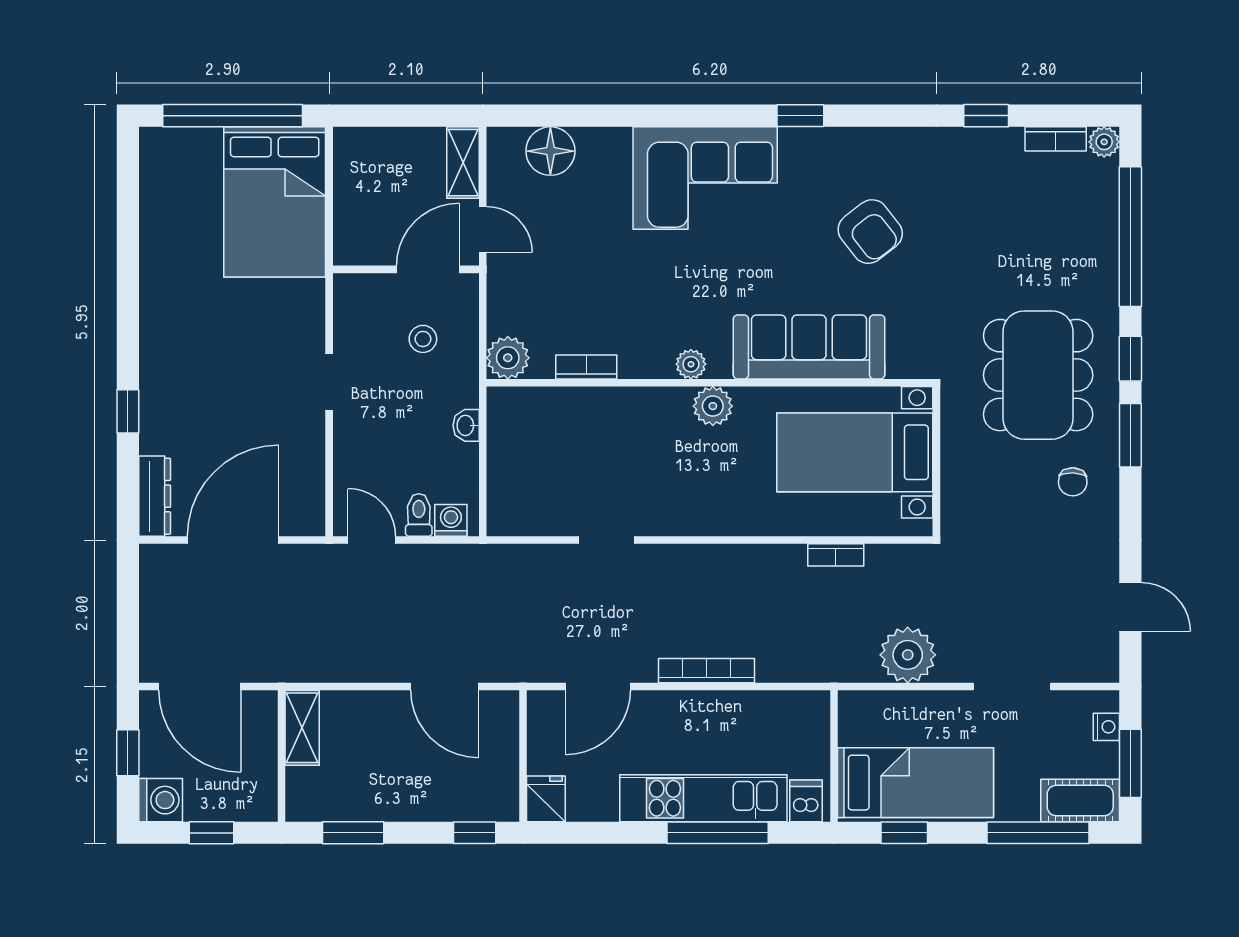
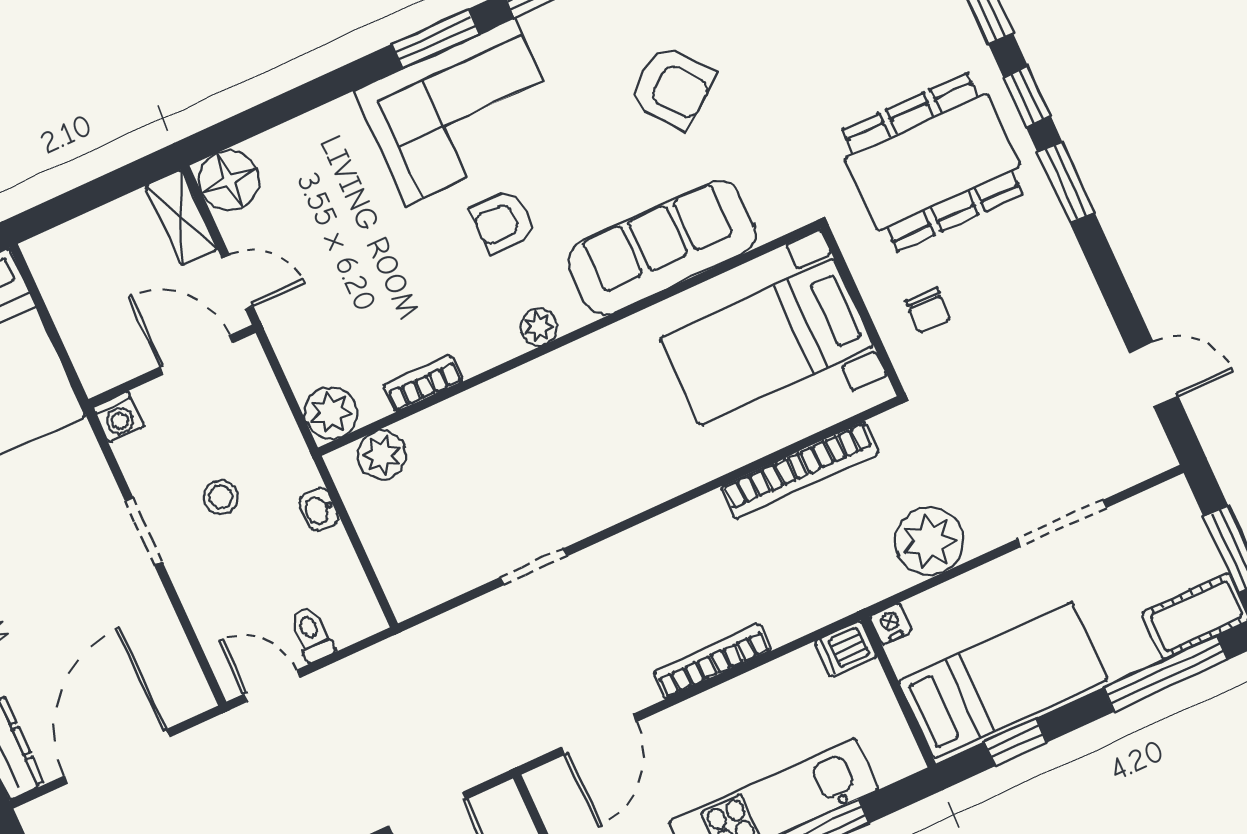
window: (711, 116) -> (435, 39), added
floor lamp: (550, 151) -> (229, 180), moved
door: (428, 269) -> (197, 355), hinge flipped
armchair: (700, 274) -> (503, 222), added
stool: (423, 339) -> (221, 497), moved
dining table: (1038, 375) -> (932, 162), turned 90
plant: (713, 406) -> (382, 455), moved
chair: (1073, 482) -> (928, 310), moved
washing machine: (451, 520) -> (118, 417), moved, turned 180
bookcase: (836, 555) -> (800, 470), width x2.31, depth x1.31
nightstand: (1106, 727) -> (891, 624), moved, turned -90
dishwasher: (806, 801) -> (845, 649), moved, turned -90

